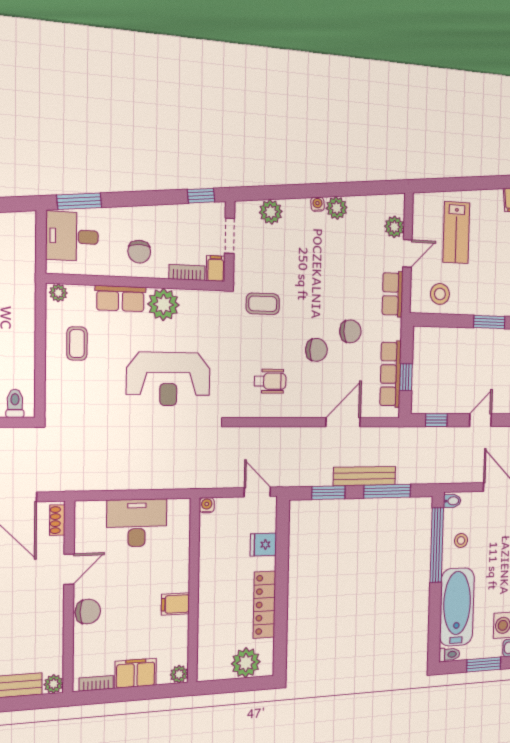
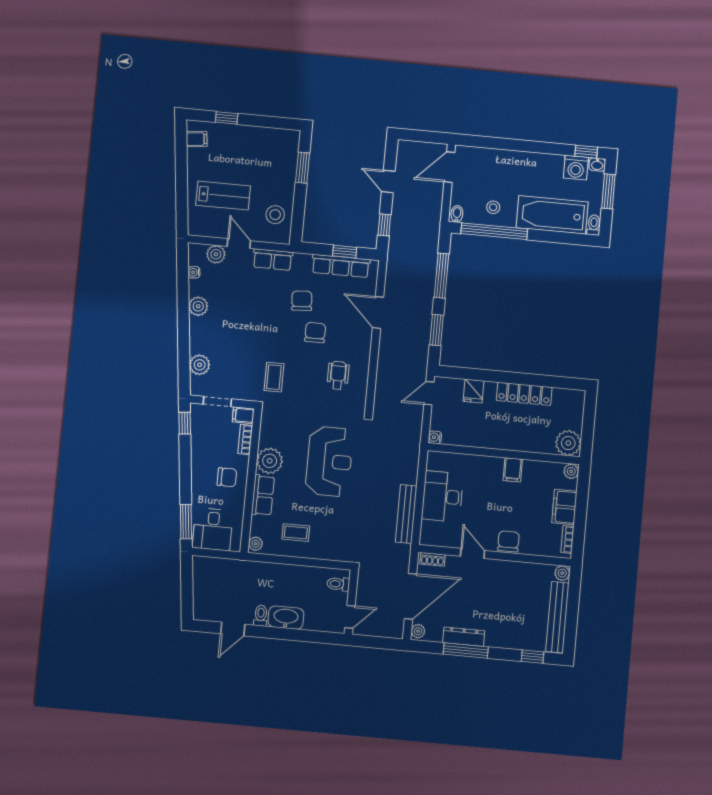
water cooler: (318, 204) -> (194, 272), moved
bench: (365, 476) -> (406, 514), moved
plant: (246, 663) -> (568, 443), moved

